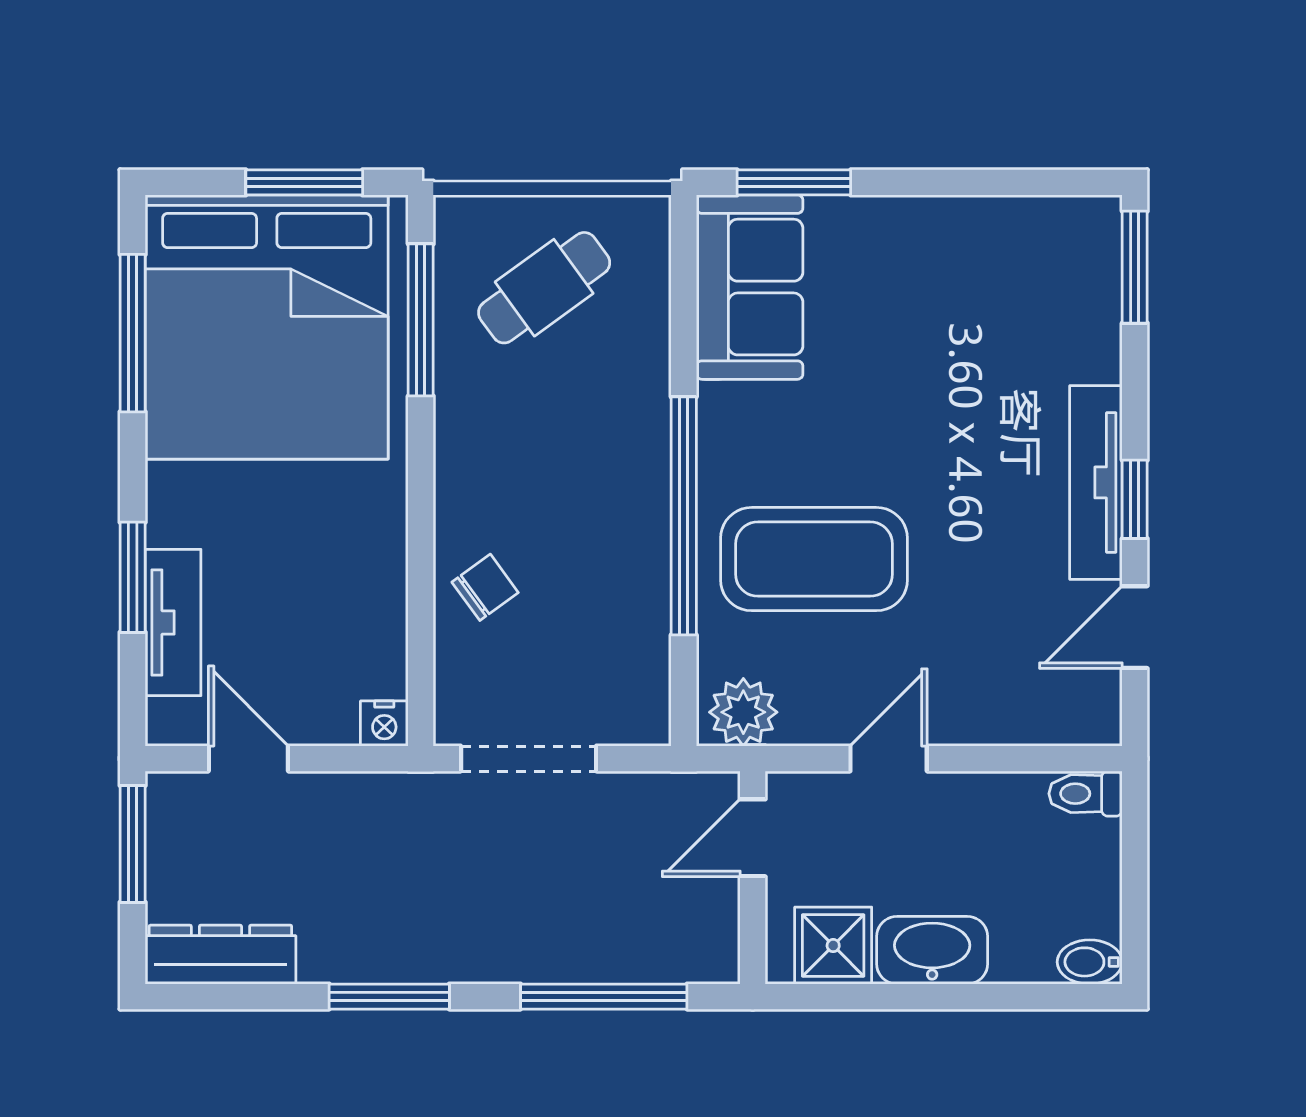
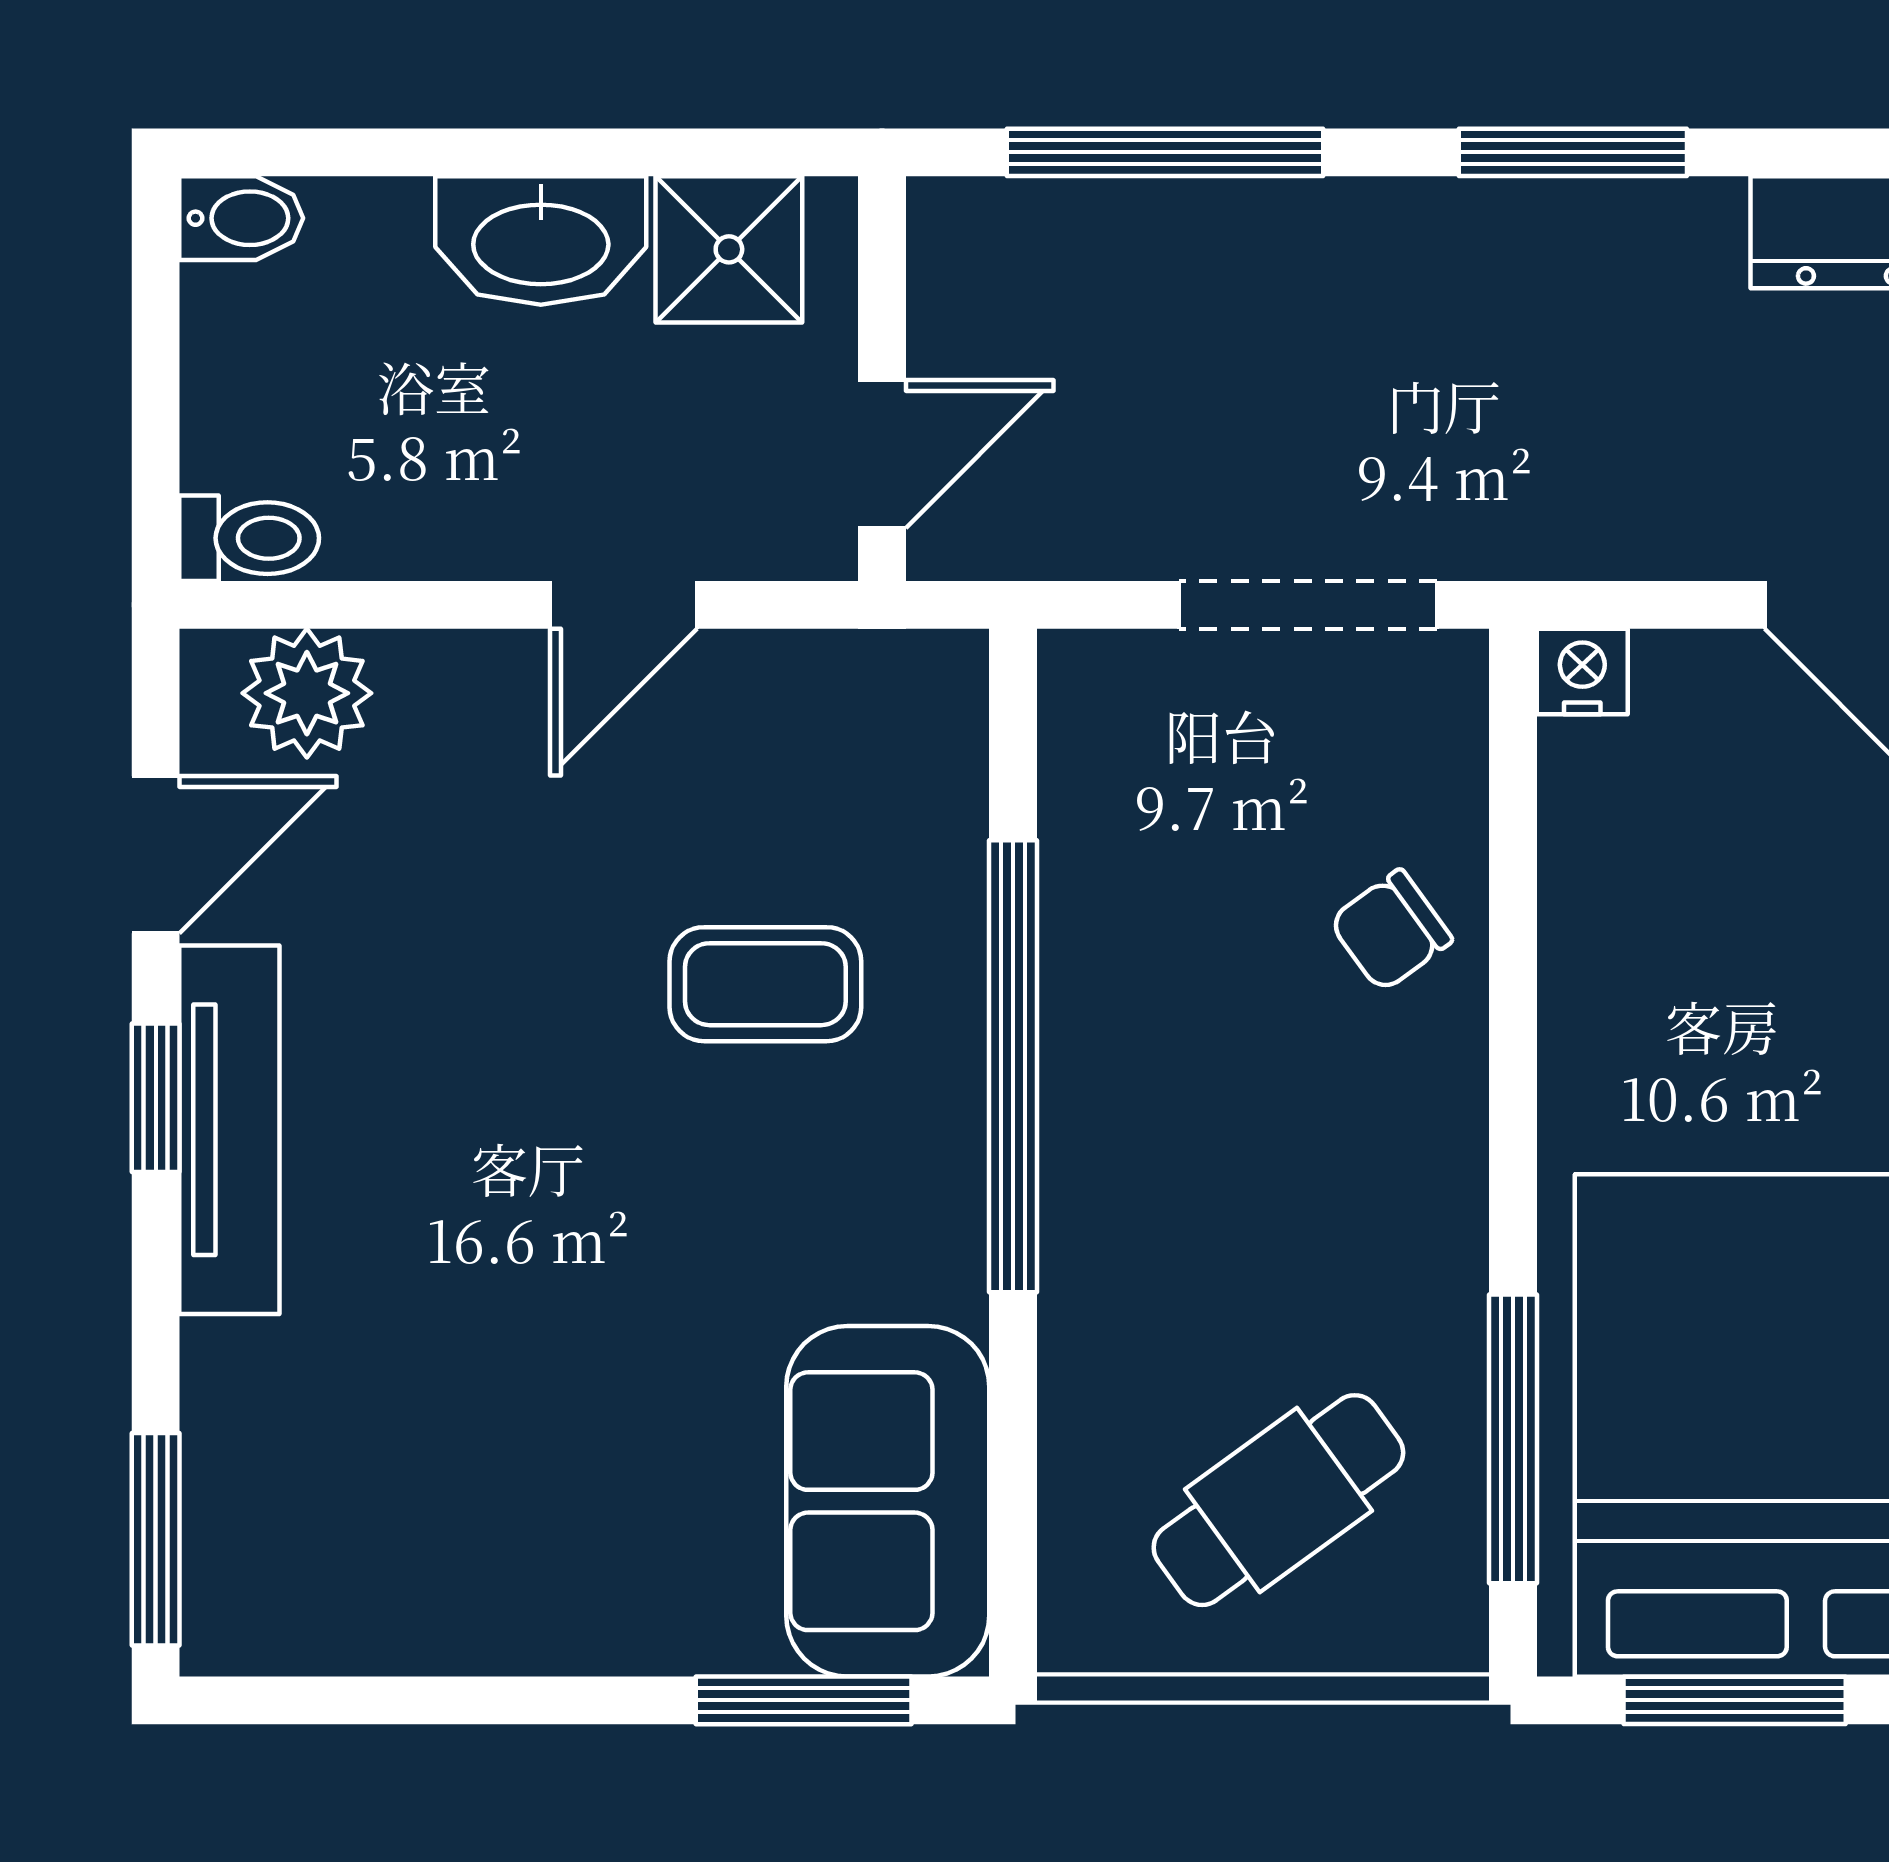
coffee table: (814, 559) -> (765, 984), width x0.54, depth x0.58
plant: (743, 712) -> (307, 693), moved

